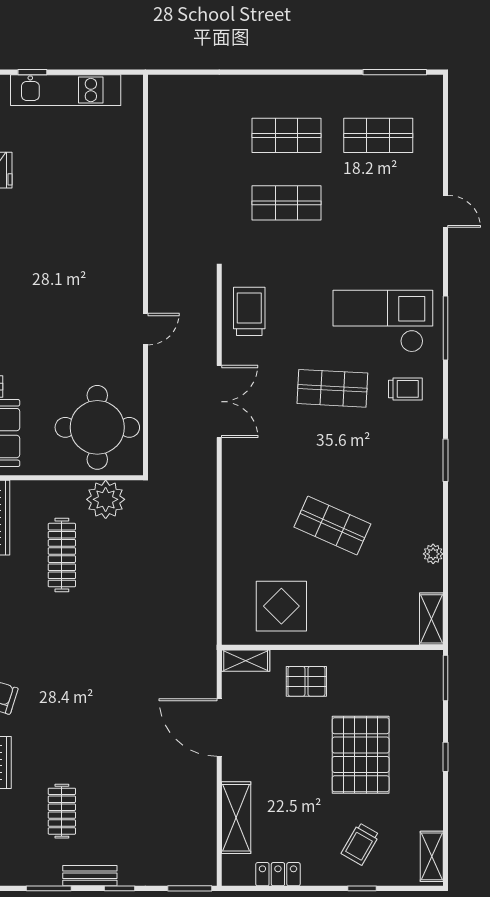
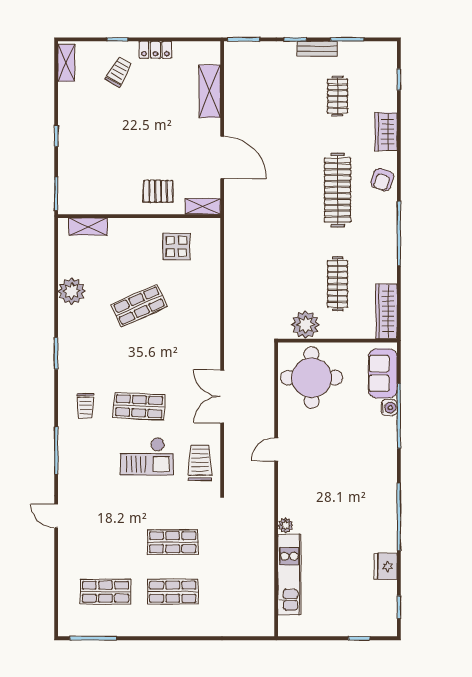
kitchen unit: (66, 90) -> (289, 575), moved, turned 90
door: (445, 211) -> (56, 516), moved
plant: (133, 226) -> (286, 525), added
trolley: (249, 311) -> (200, 463), turned 180
checkout: (383, 321) -> (147, 457), moved, width x0.73, depth x0.83
trolley: (405, 389) -> (86, 406), turned -90
shop shelf: (332, 525) -> (139, 306), turned -48
plant: (433, 554) -> (72, 291), width x1.88, depth x1.88
display table: (281, 606) -> (177, 246), width x0.73, depth x0.73
shelving: (431, 619) -> (88, 227), moved, turned 90
clothes rail: (62, 683) -> (338, 190), added
pallet: (361, 755) -> (118, 137), removed
locker: (278, 874) -> (155, 50), moved

